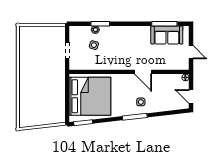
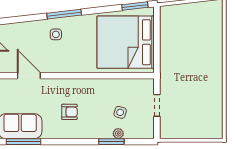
armchair: (131, 45) -> (69, 112), added
door: (143, 72) -> (29, 76), moved

